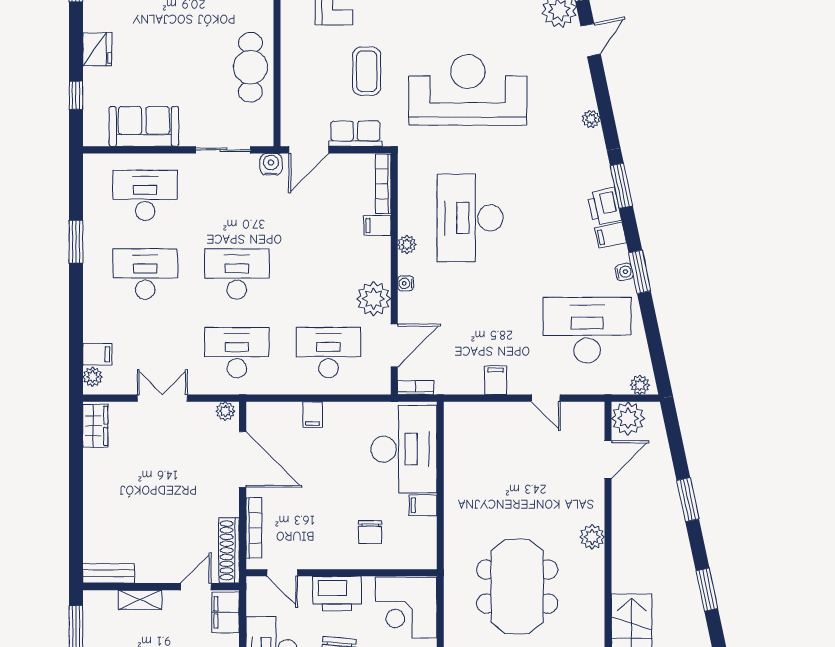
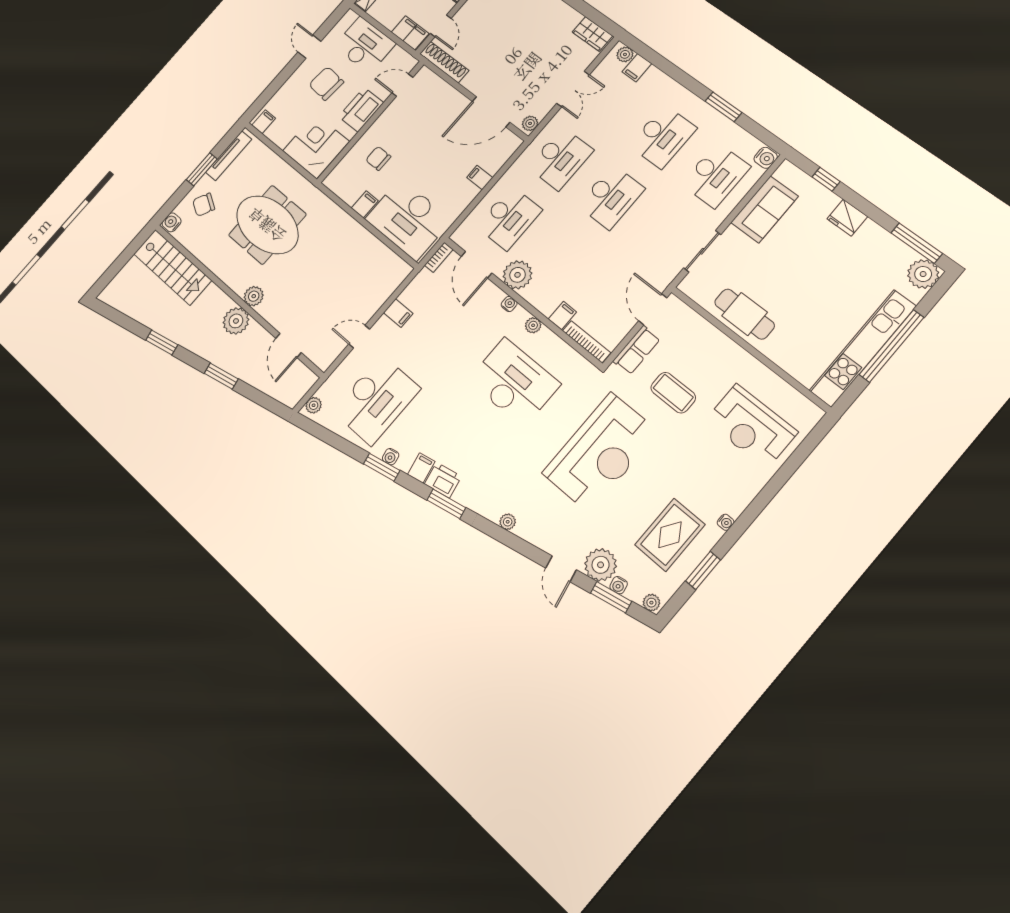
water cooler: (271, 164) -> (766, 158), moved
plant: (628, 418) -> (236, 321), moved
bookcase: (254, 528) -> (444, 88), removed

